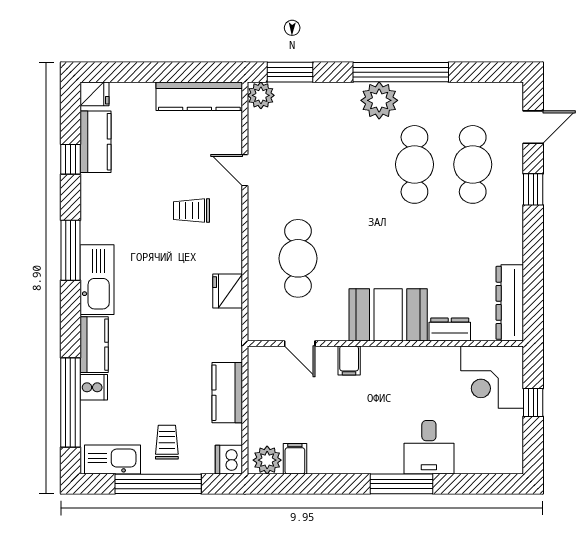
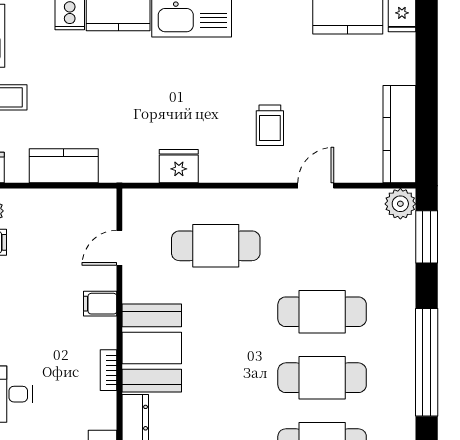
plant: (379, 100) -> (395, 338), removed
cafe table: (356, 164) -> (322, 312), added
trolley: (192, 211) -> (270, 125), turned 180
bookcase: (408, 353) -> (108, 370), added

